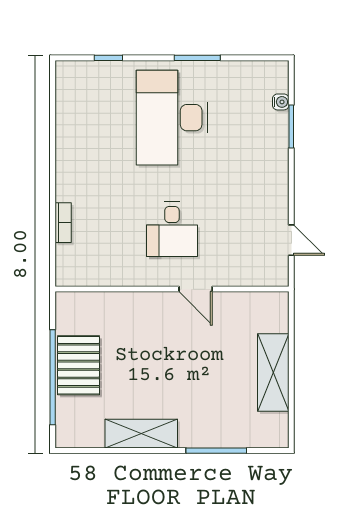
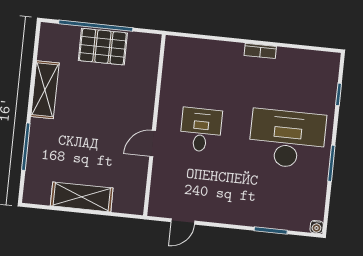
water cooler: (281, 102) -> (317, 227), moved
bookcase: (63, 223) -> (260, 51), moved
desk: (172, 229) -> (201, 130), turned 90

